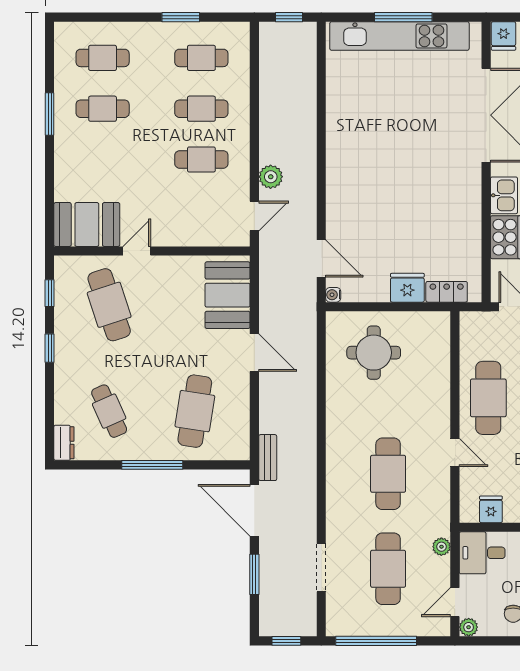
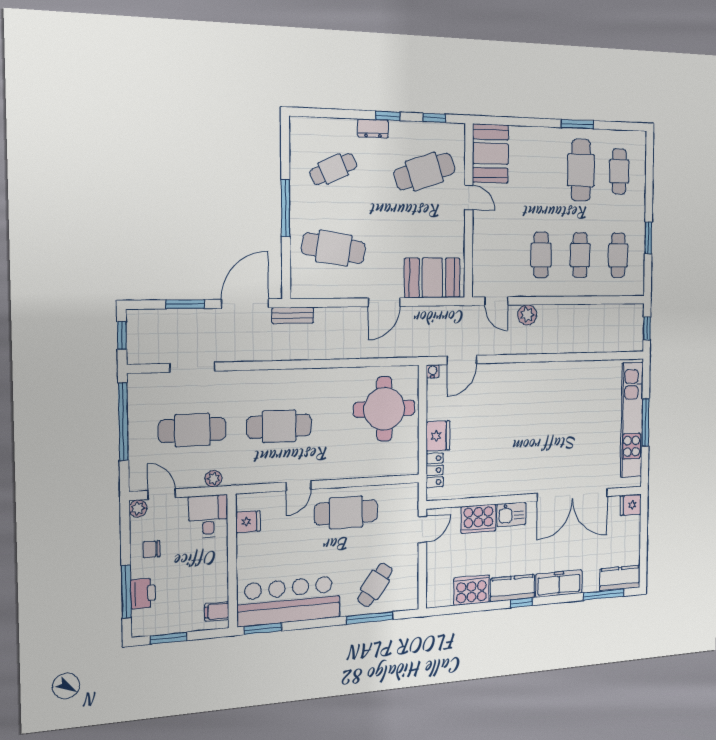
cafe table: (103, 109) -> (581, 170), width x1.37, depth x1.35
round table: (374, 353) -> (384, 409), width x1.36, depth x1.36
dresser: (64, 443) -> (373, 128), moved

